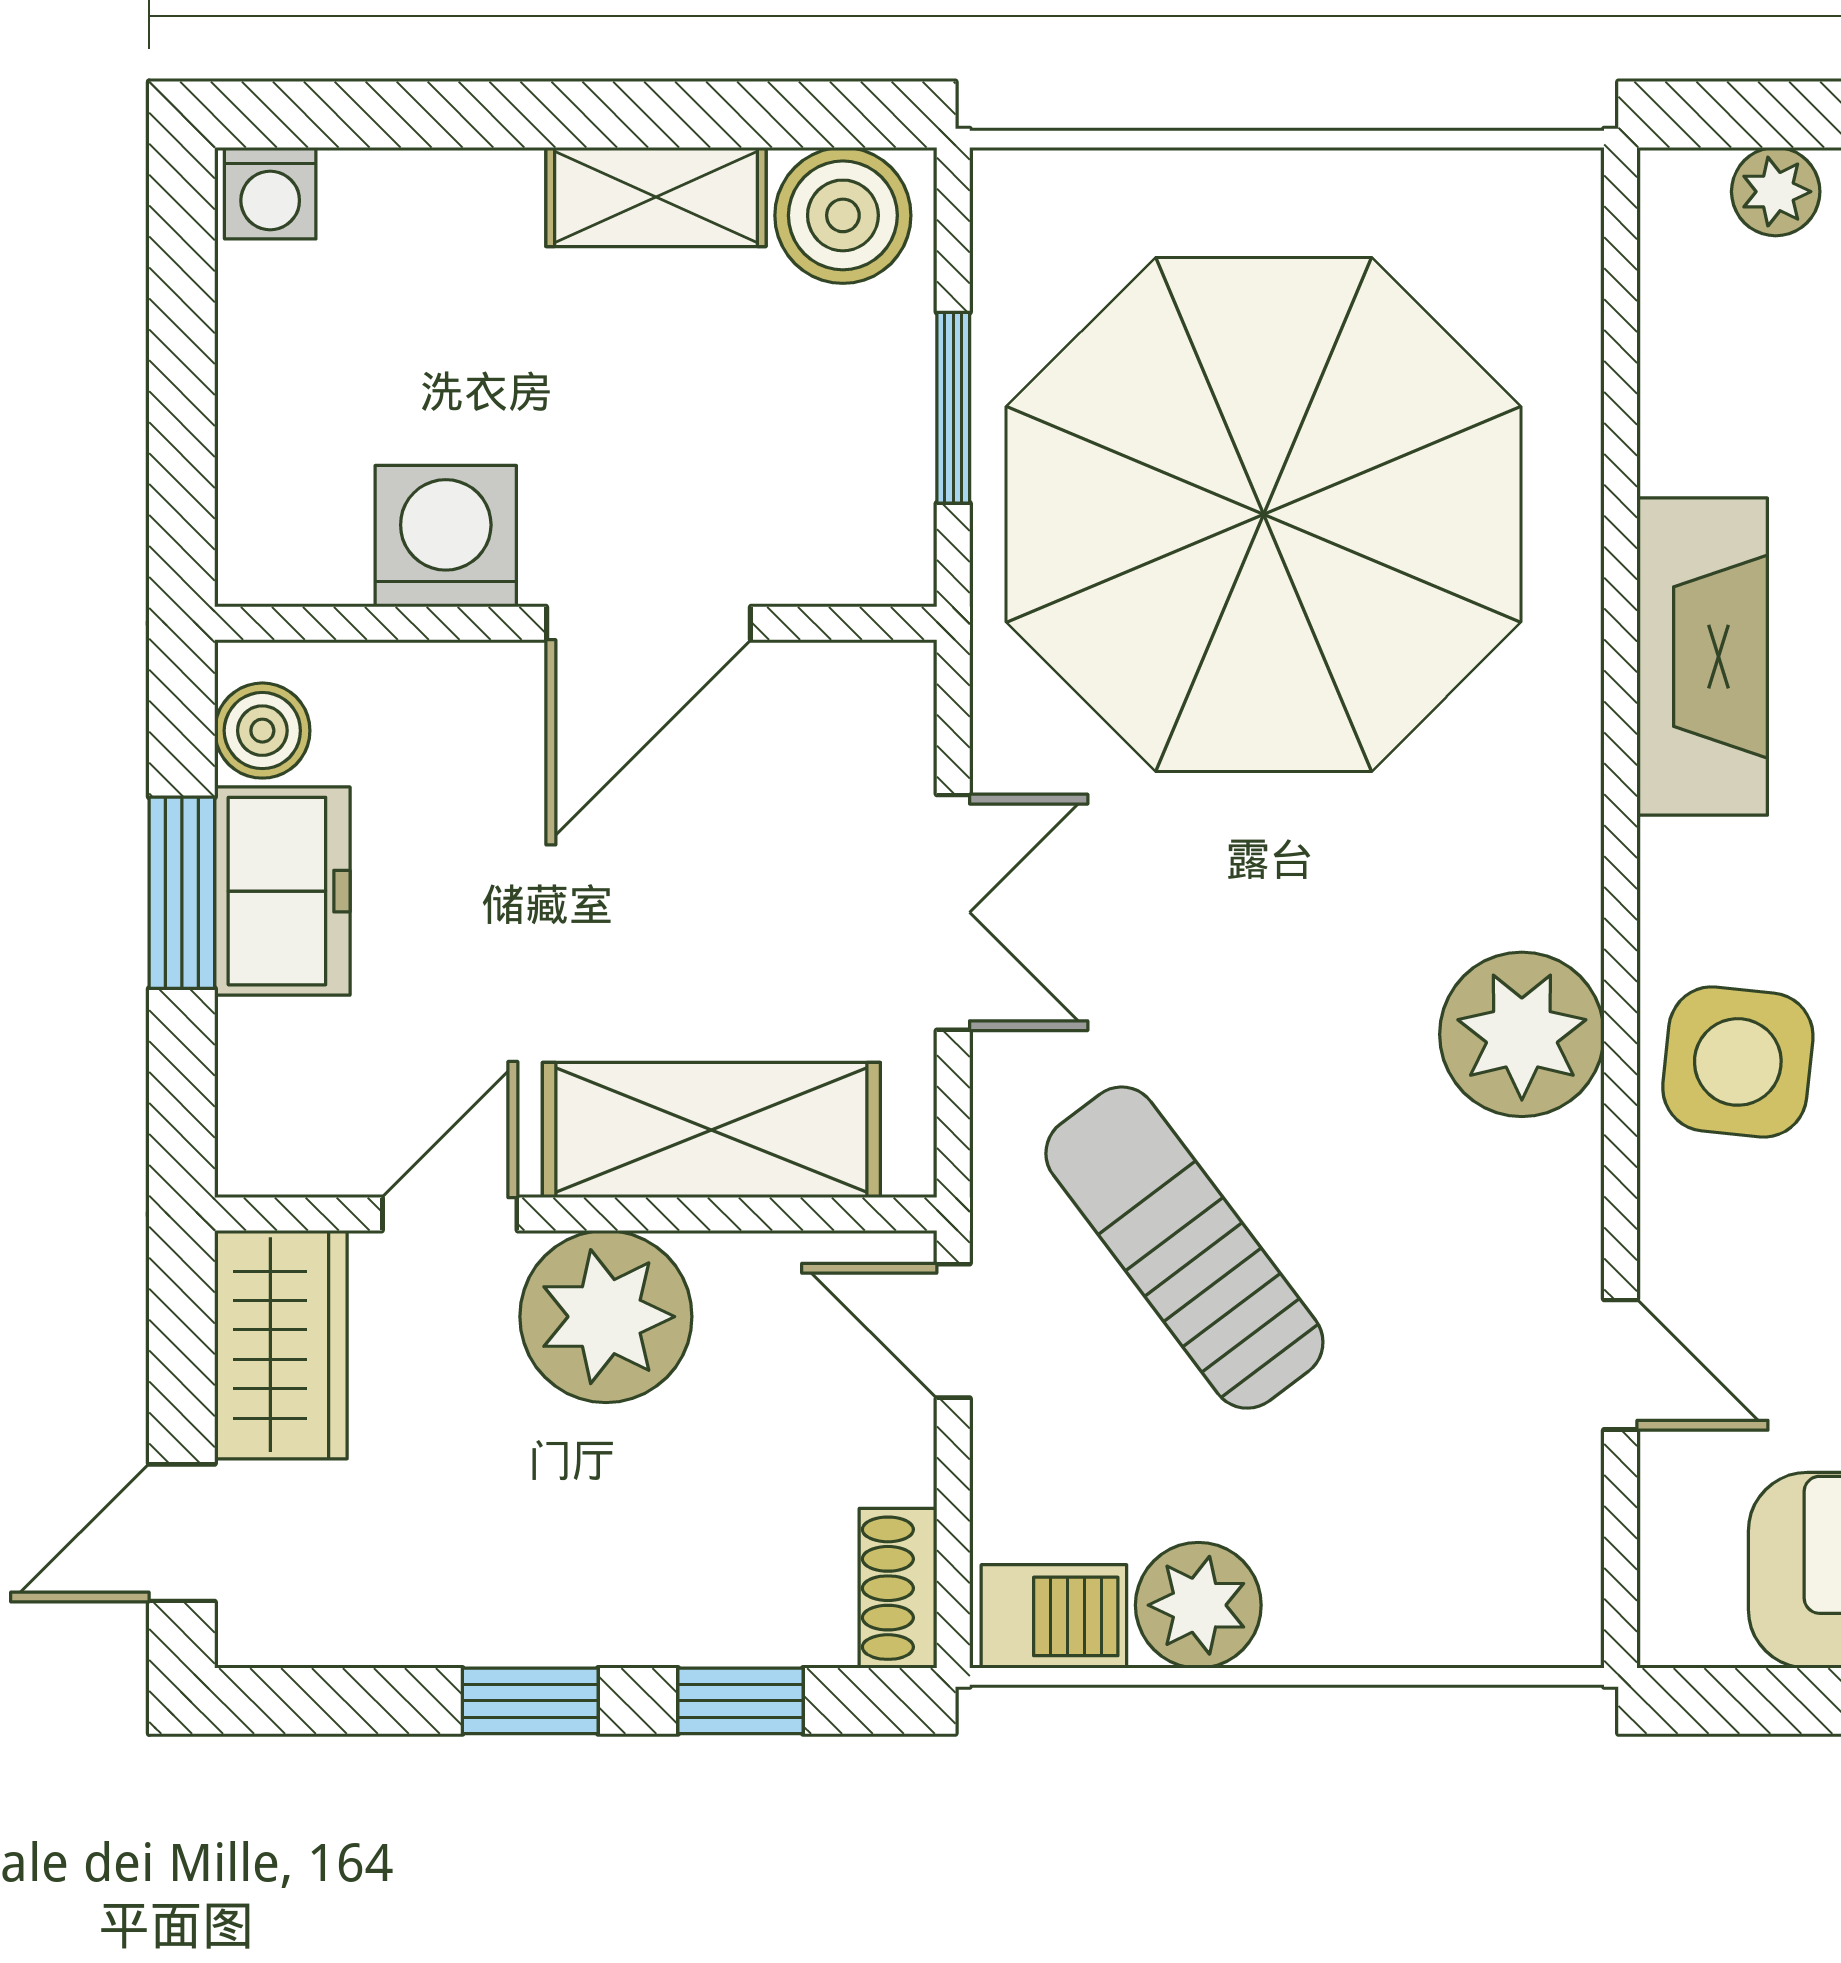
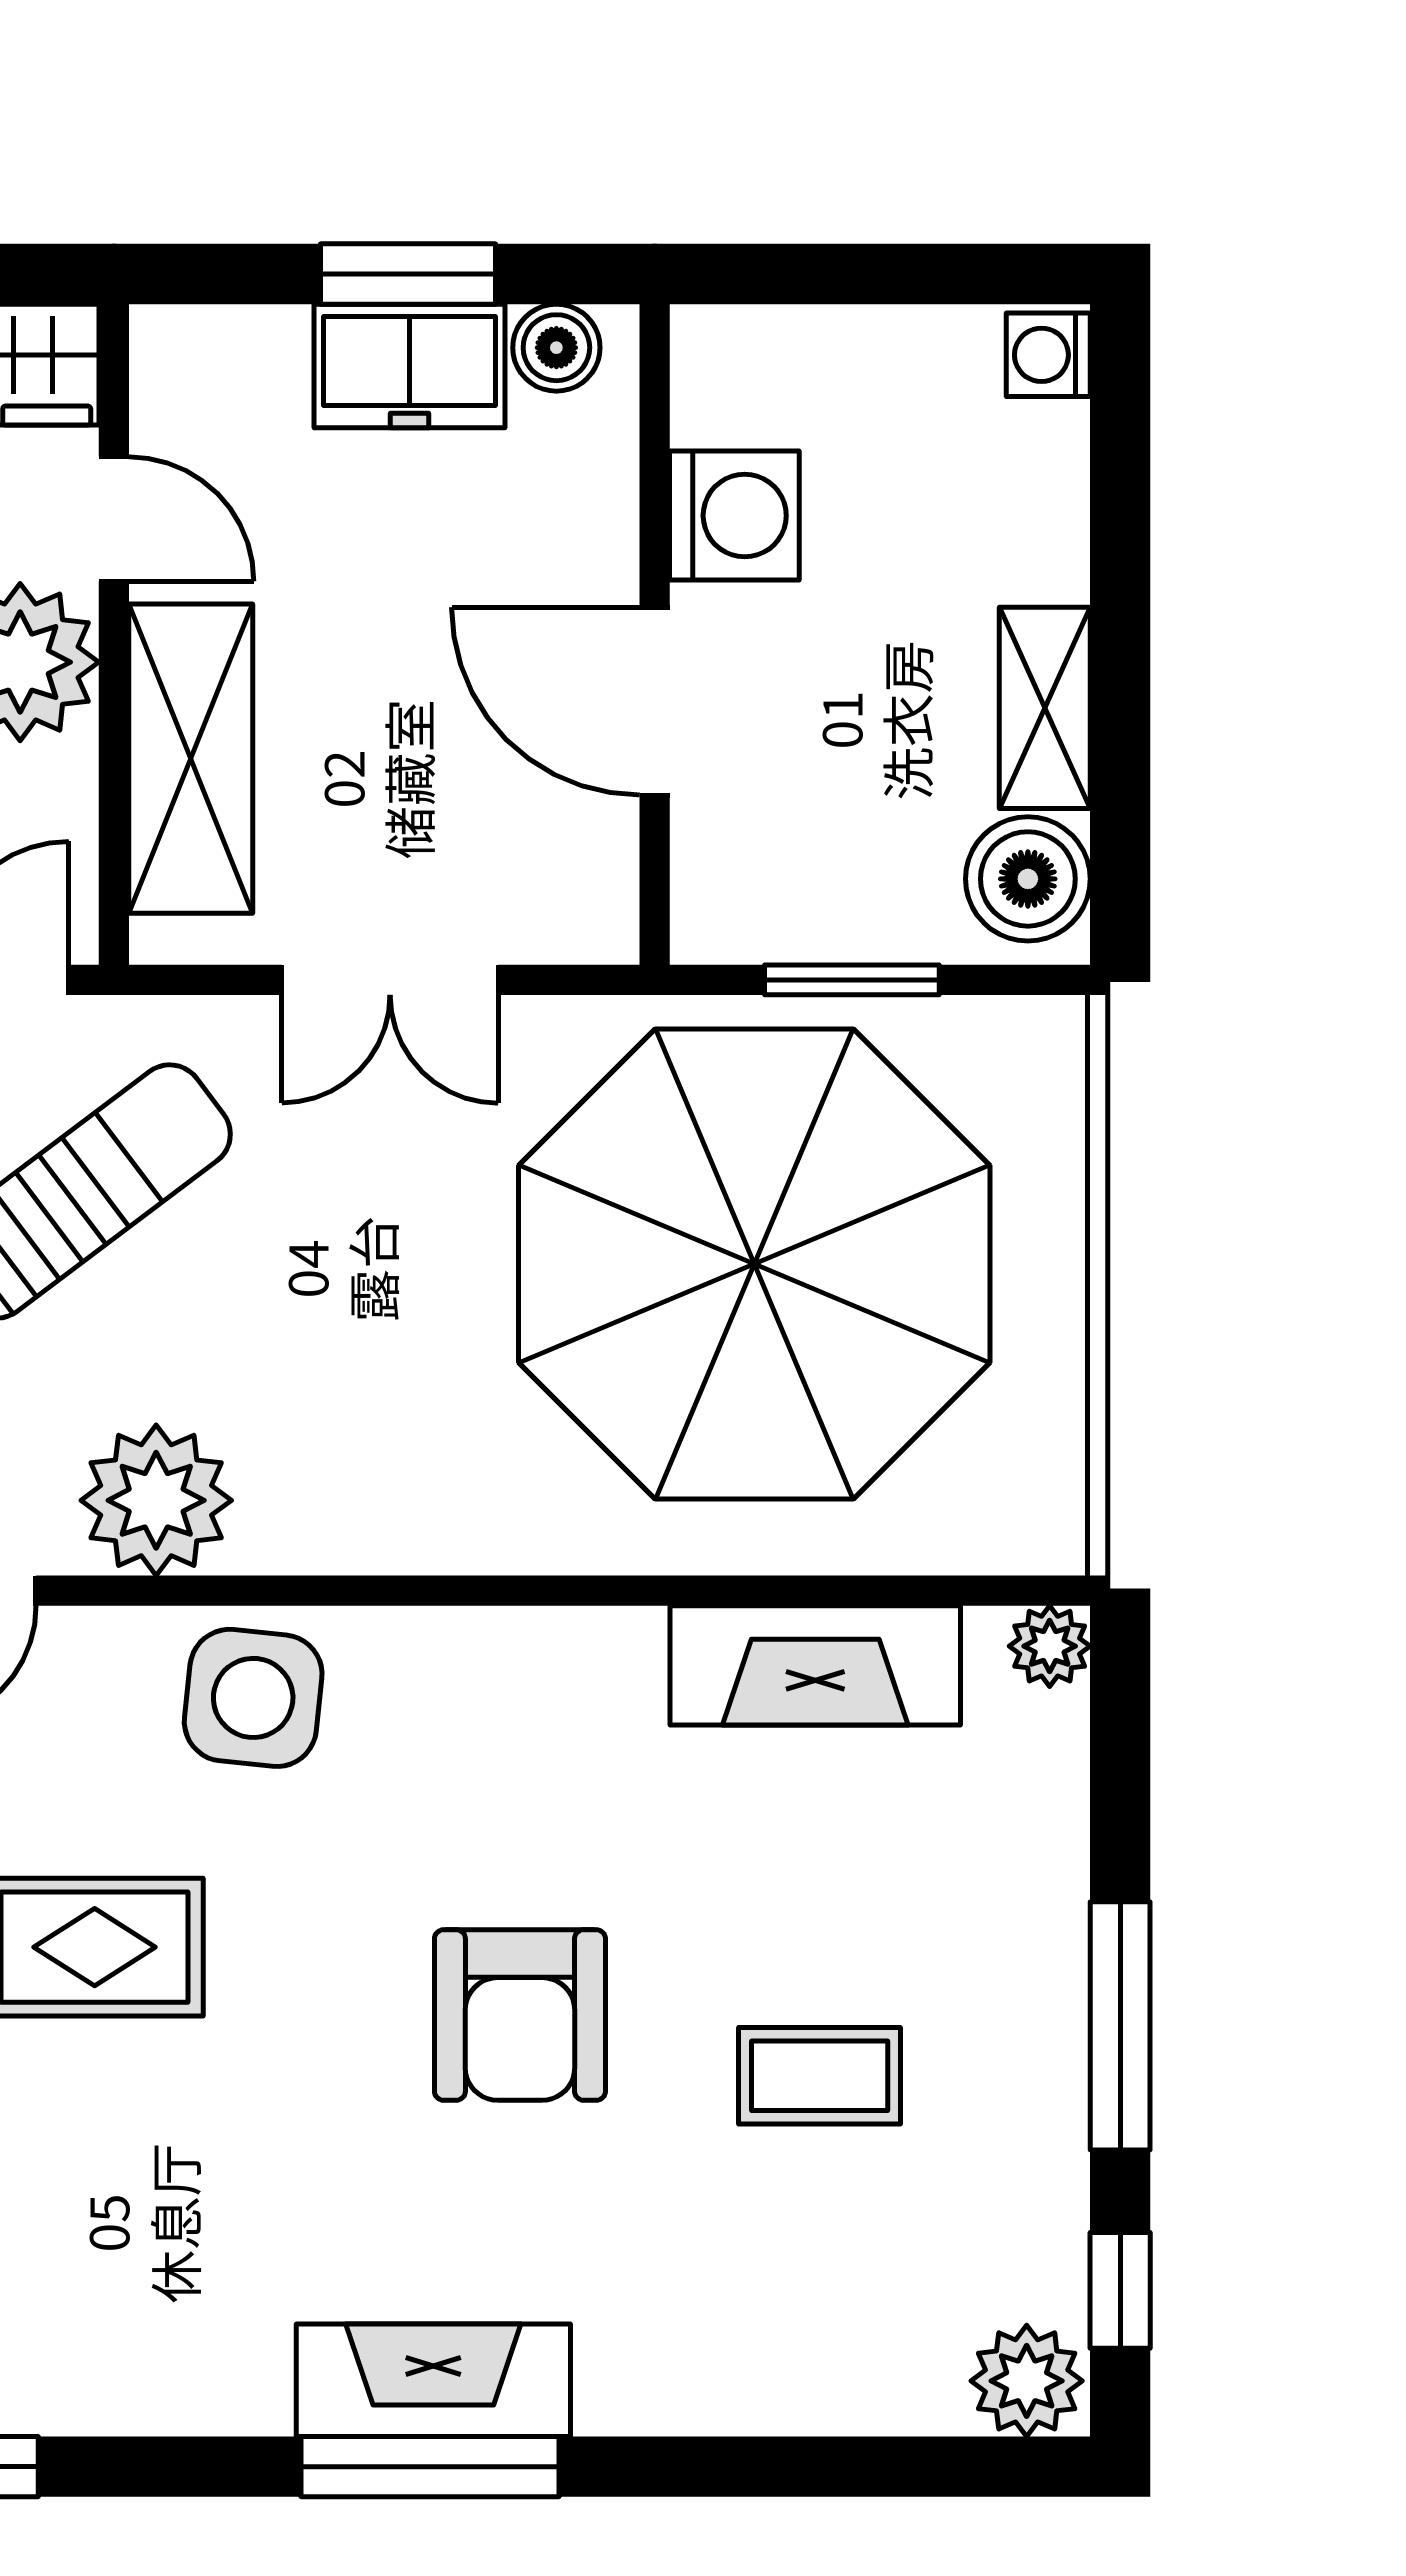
plant: (1776, 192) -> (1050, 1646), moved
fireplace: (1702, 657) -> (815, 1665), moved
plant: (1522, 1034) -> (156, 1500), moved

